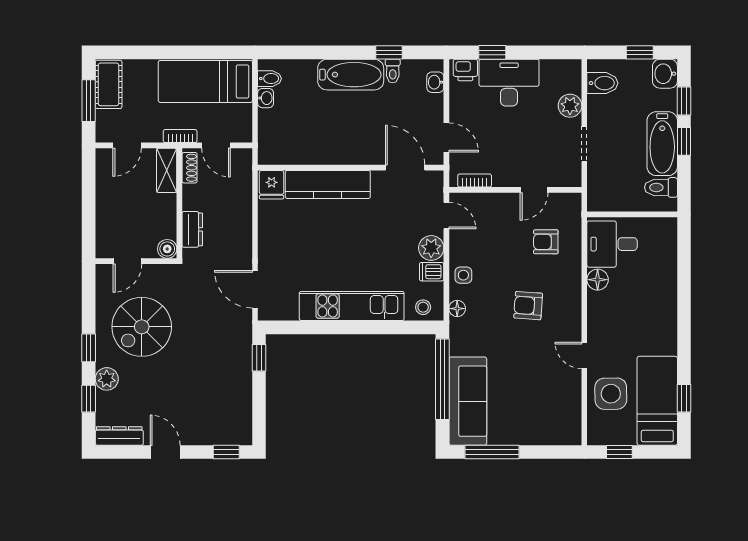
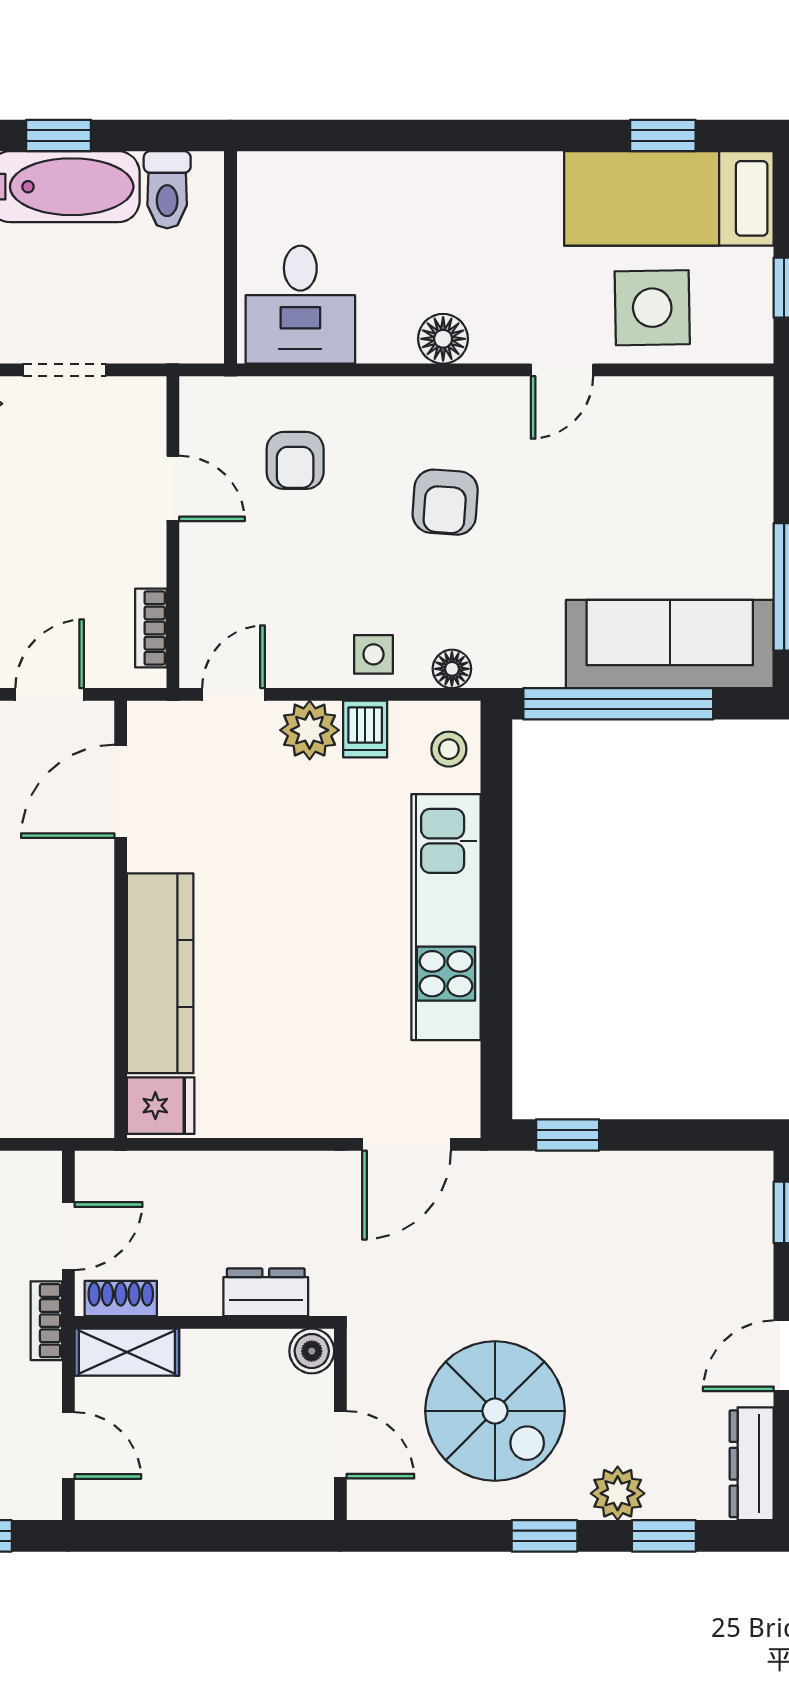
floor lamp: (598, 280) -> (443, 339), moved

